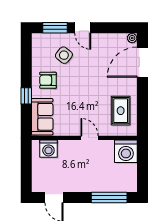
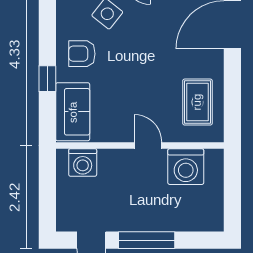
washing machine: (126, 151) -> (186, 167), moved
window: (109, 197) -> (147, 240), moved

